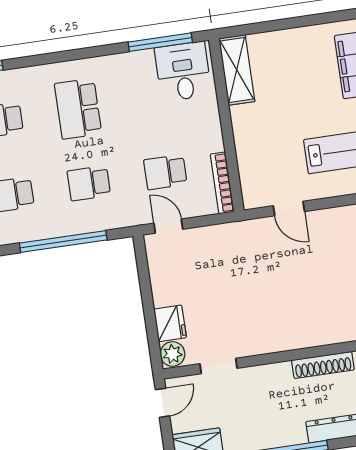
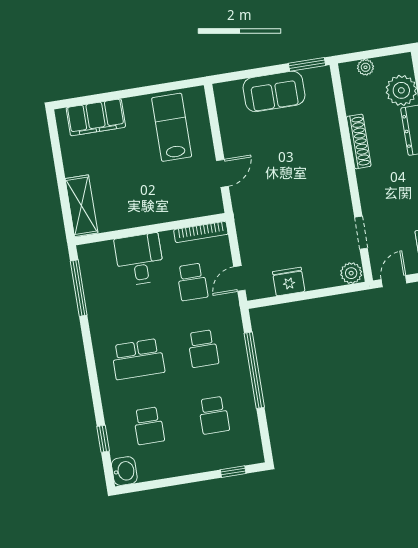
shelving: (237, 70) -> (81, 206), moved, turned 90
desk: (183, 71) -> (139, 259), moved, turned 90
fridge: (170, 323) -> (289, 281), moved
door: (162, 403) -> (394, 281), hinge flipped

